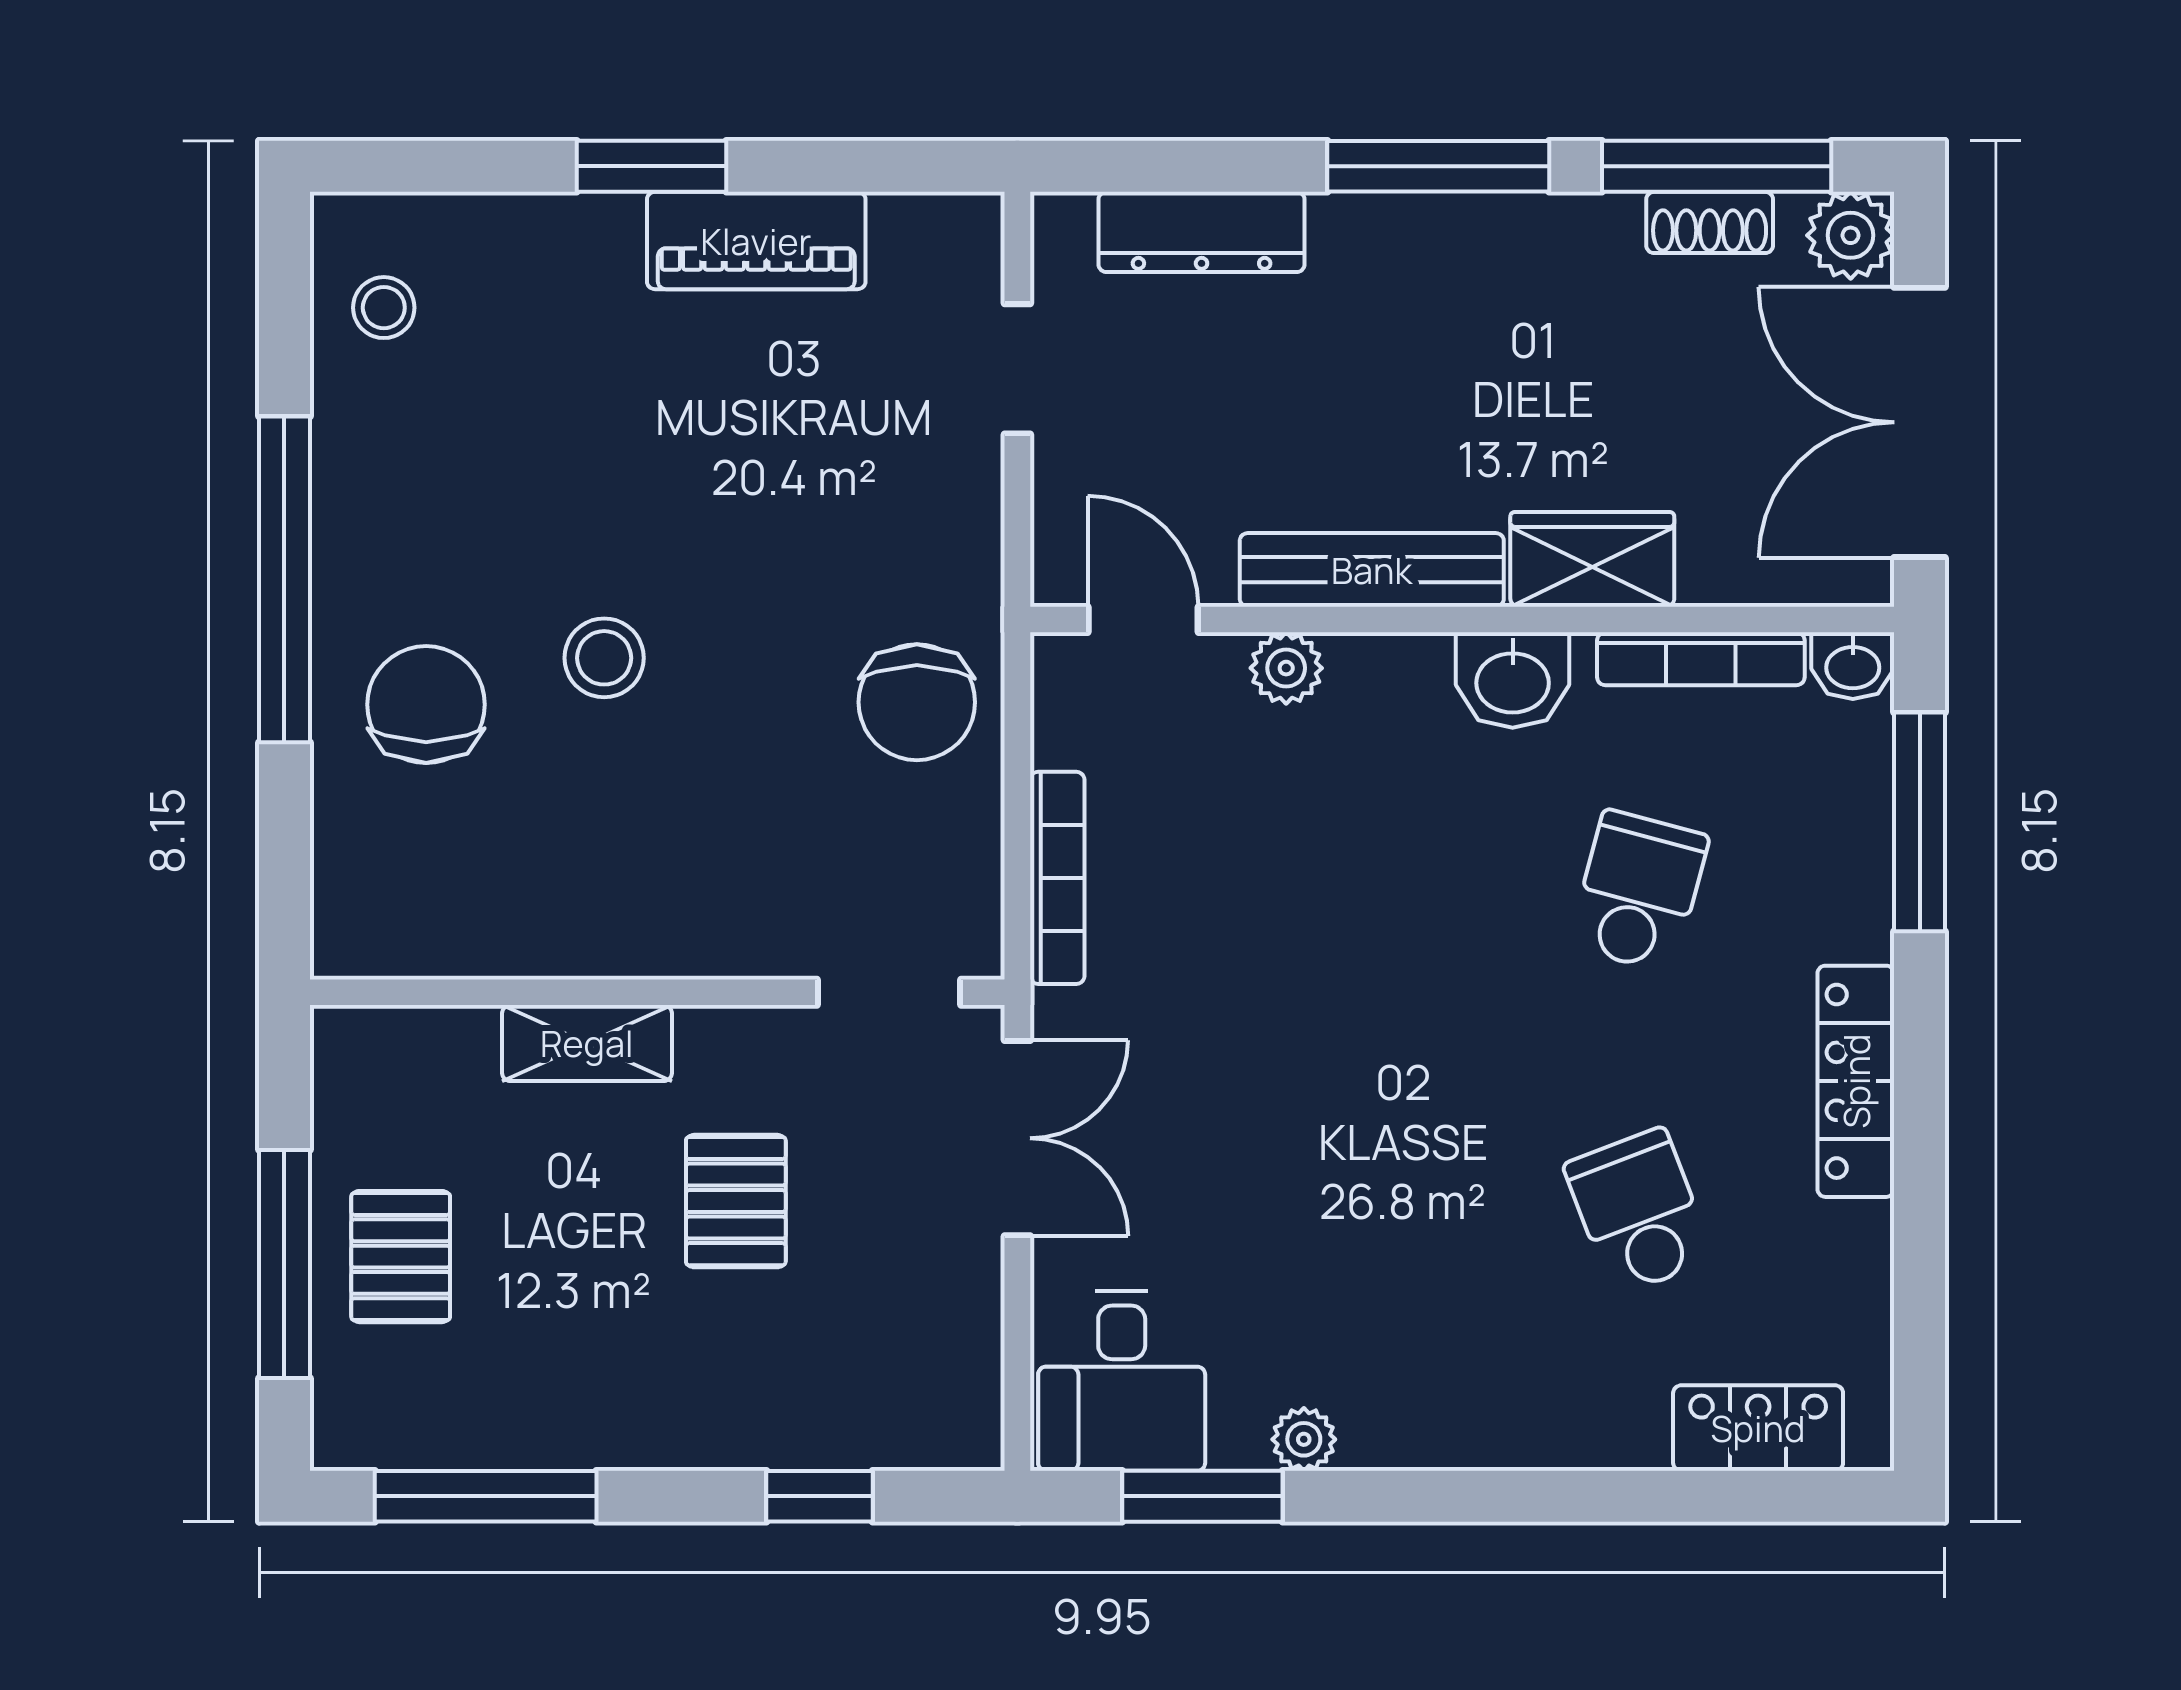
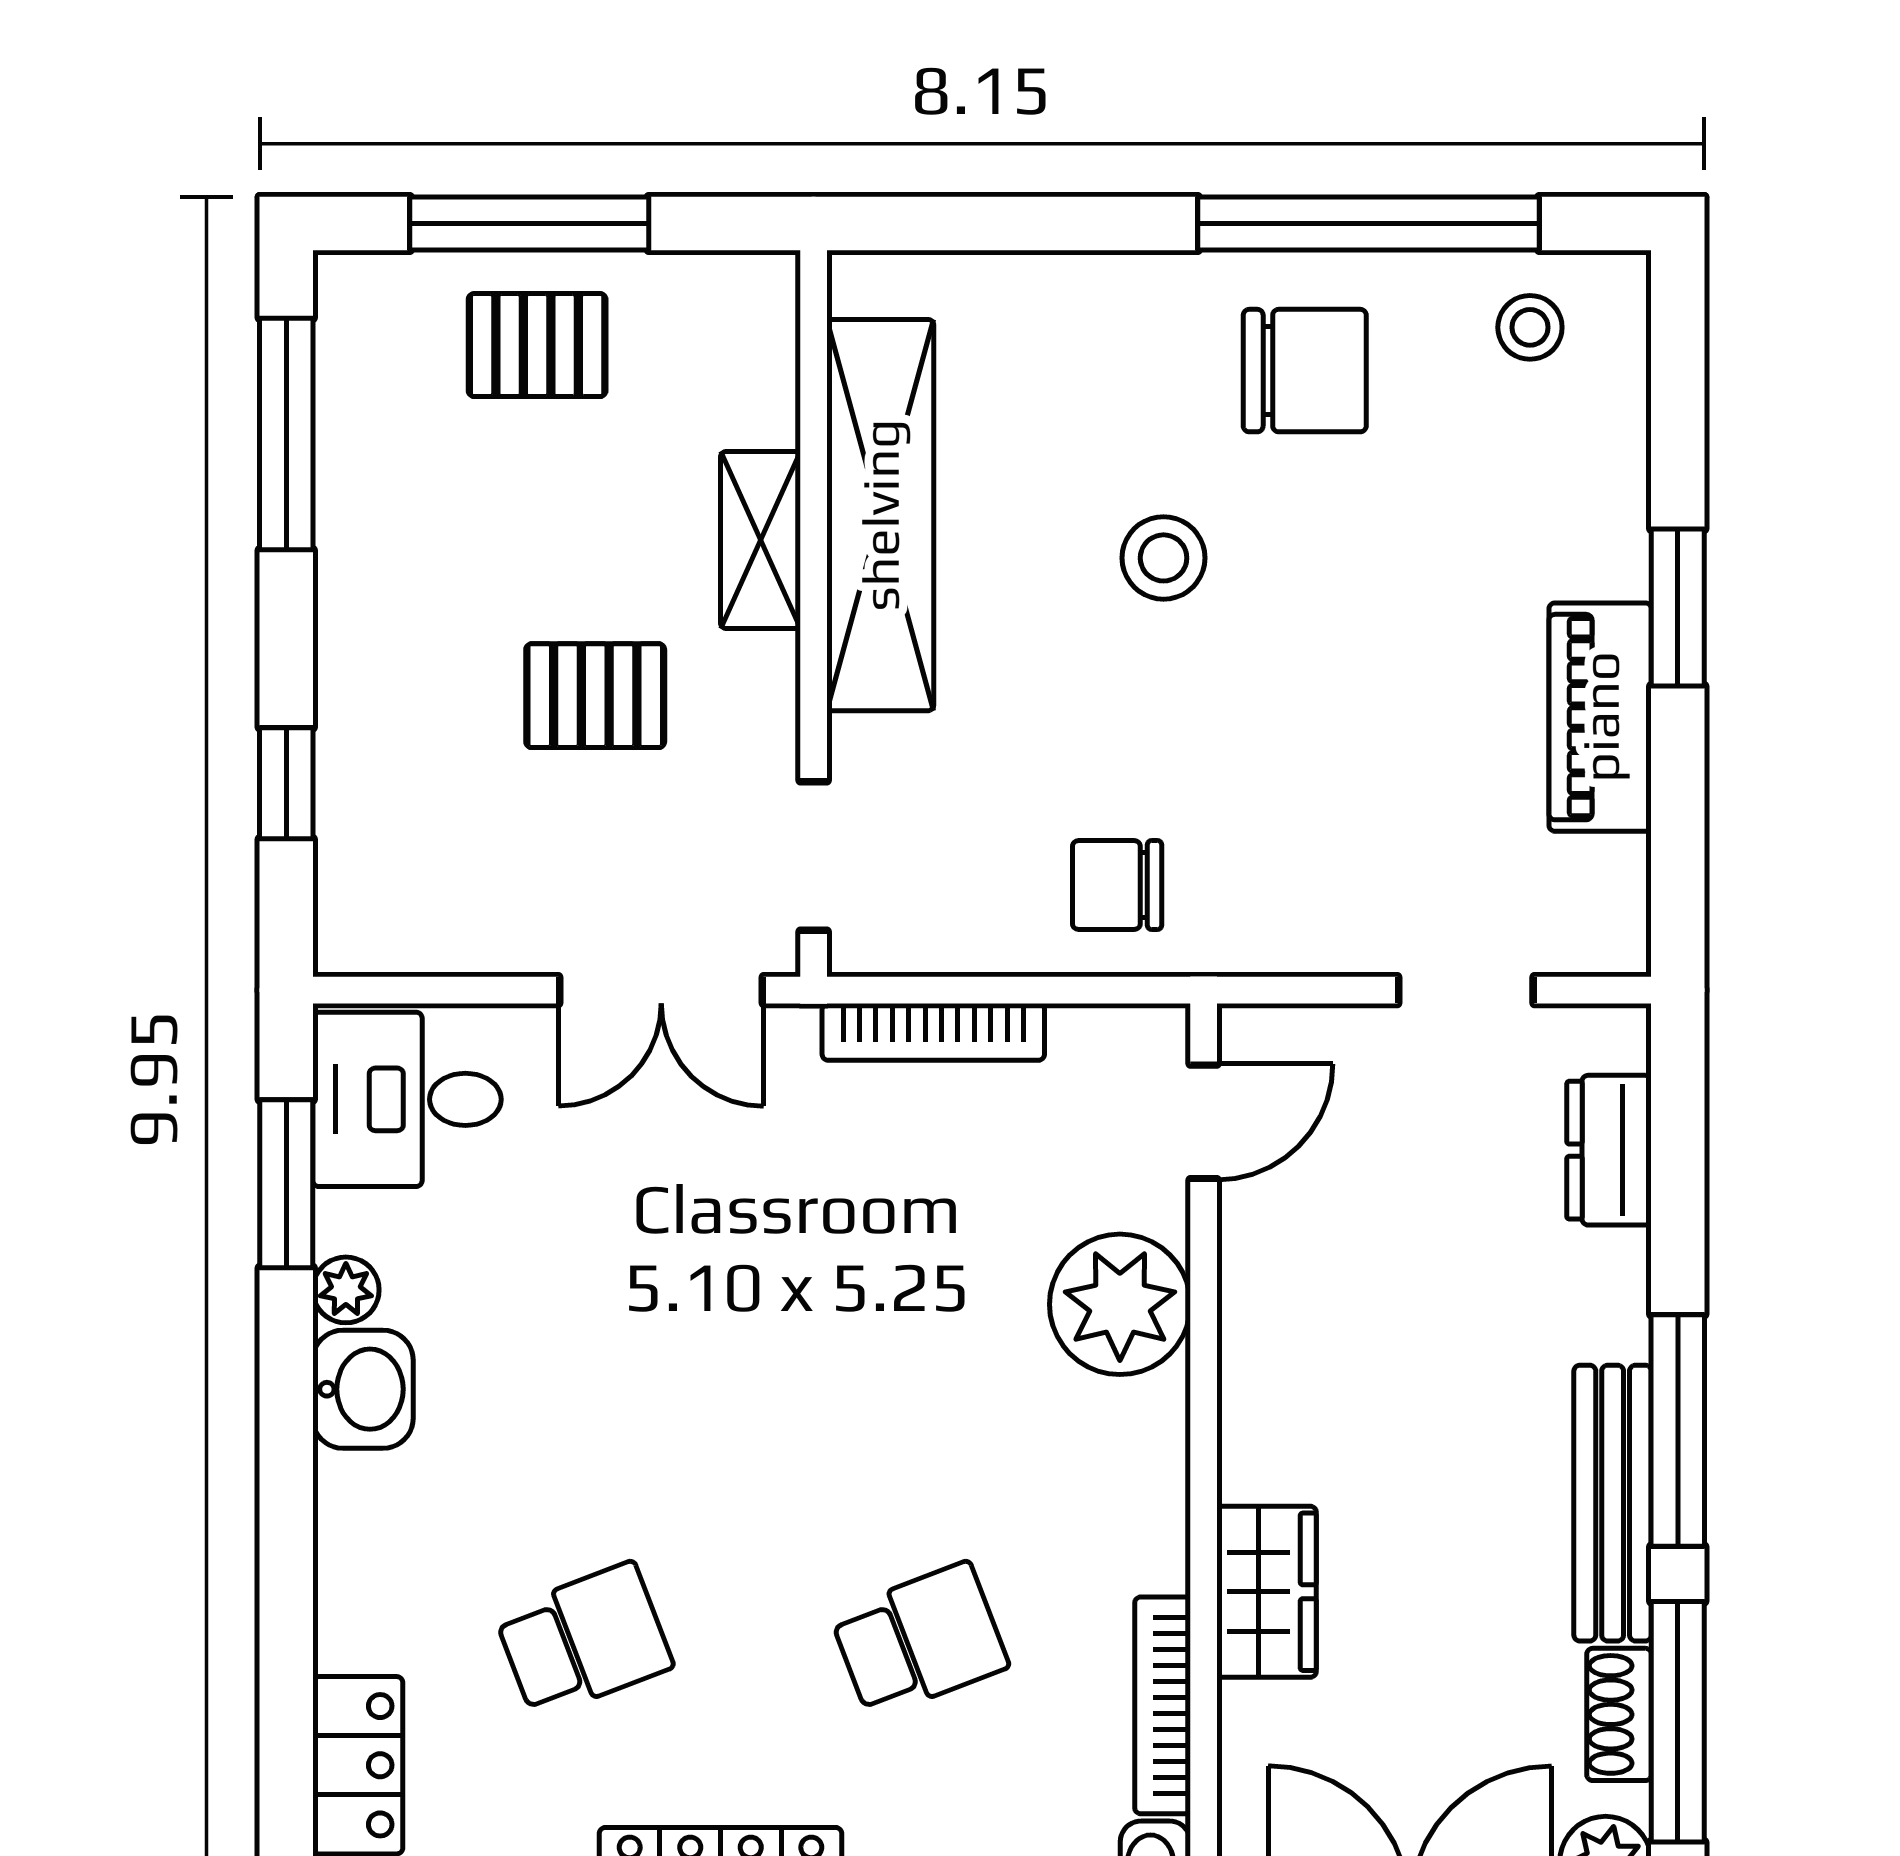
dresser: (1202, 232) -> (1609, 1150), width x0.70
bench: (1372, 570) -> (1613, 1503), moved
window: (284, 579) -> (1369, 224), moved
plant: (1286, 668) -> (1120, 1304), width x1.87, depth x1.87
washbasin: (1513, 680) -> (363, 1389), moved, turned 180
chair: (917, 702) -> (1117, 885), width x0.73, depth x0.73
chair: (426, 705) -> (1305, 371), moved
school desk: (1639, 891) -> (919, 1640), turned -36
shelving: (563, 929) -> (880, 515), added

